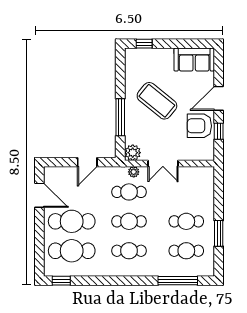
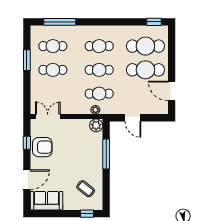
door: (219, 98) -> (27, 180), moved
coffee table: (157, 101) -> (86, 189), moved, width x0.54, depth x0.58
door: (87, 162) -> (133, 118), swing flipped
double door: (163, 164) -> (48, 117), moved

